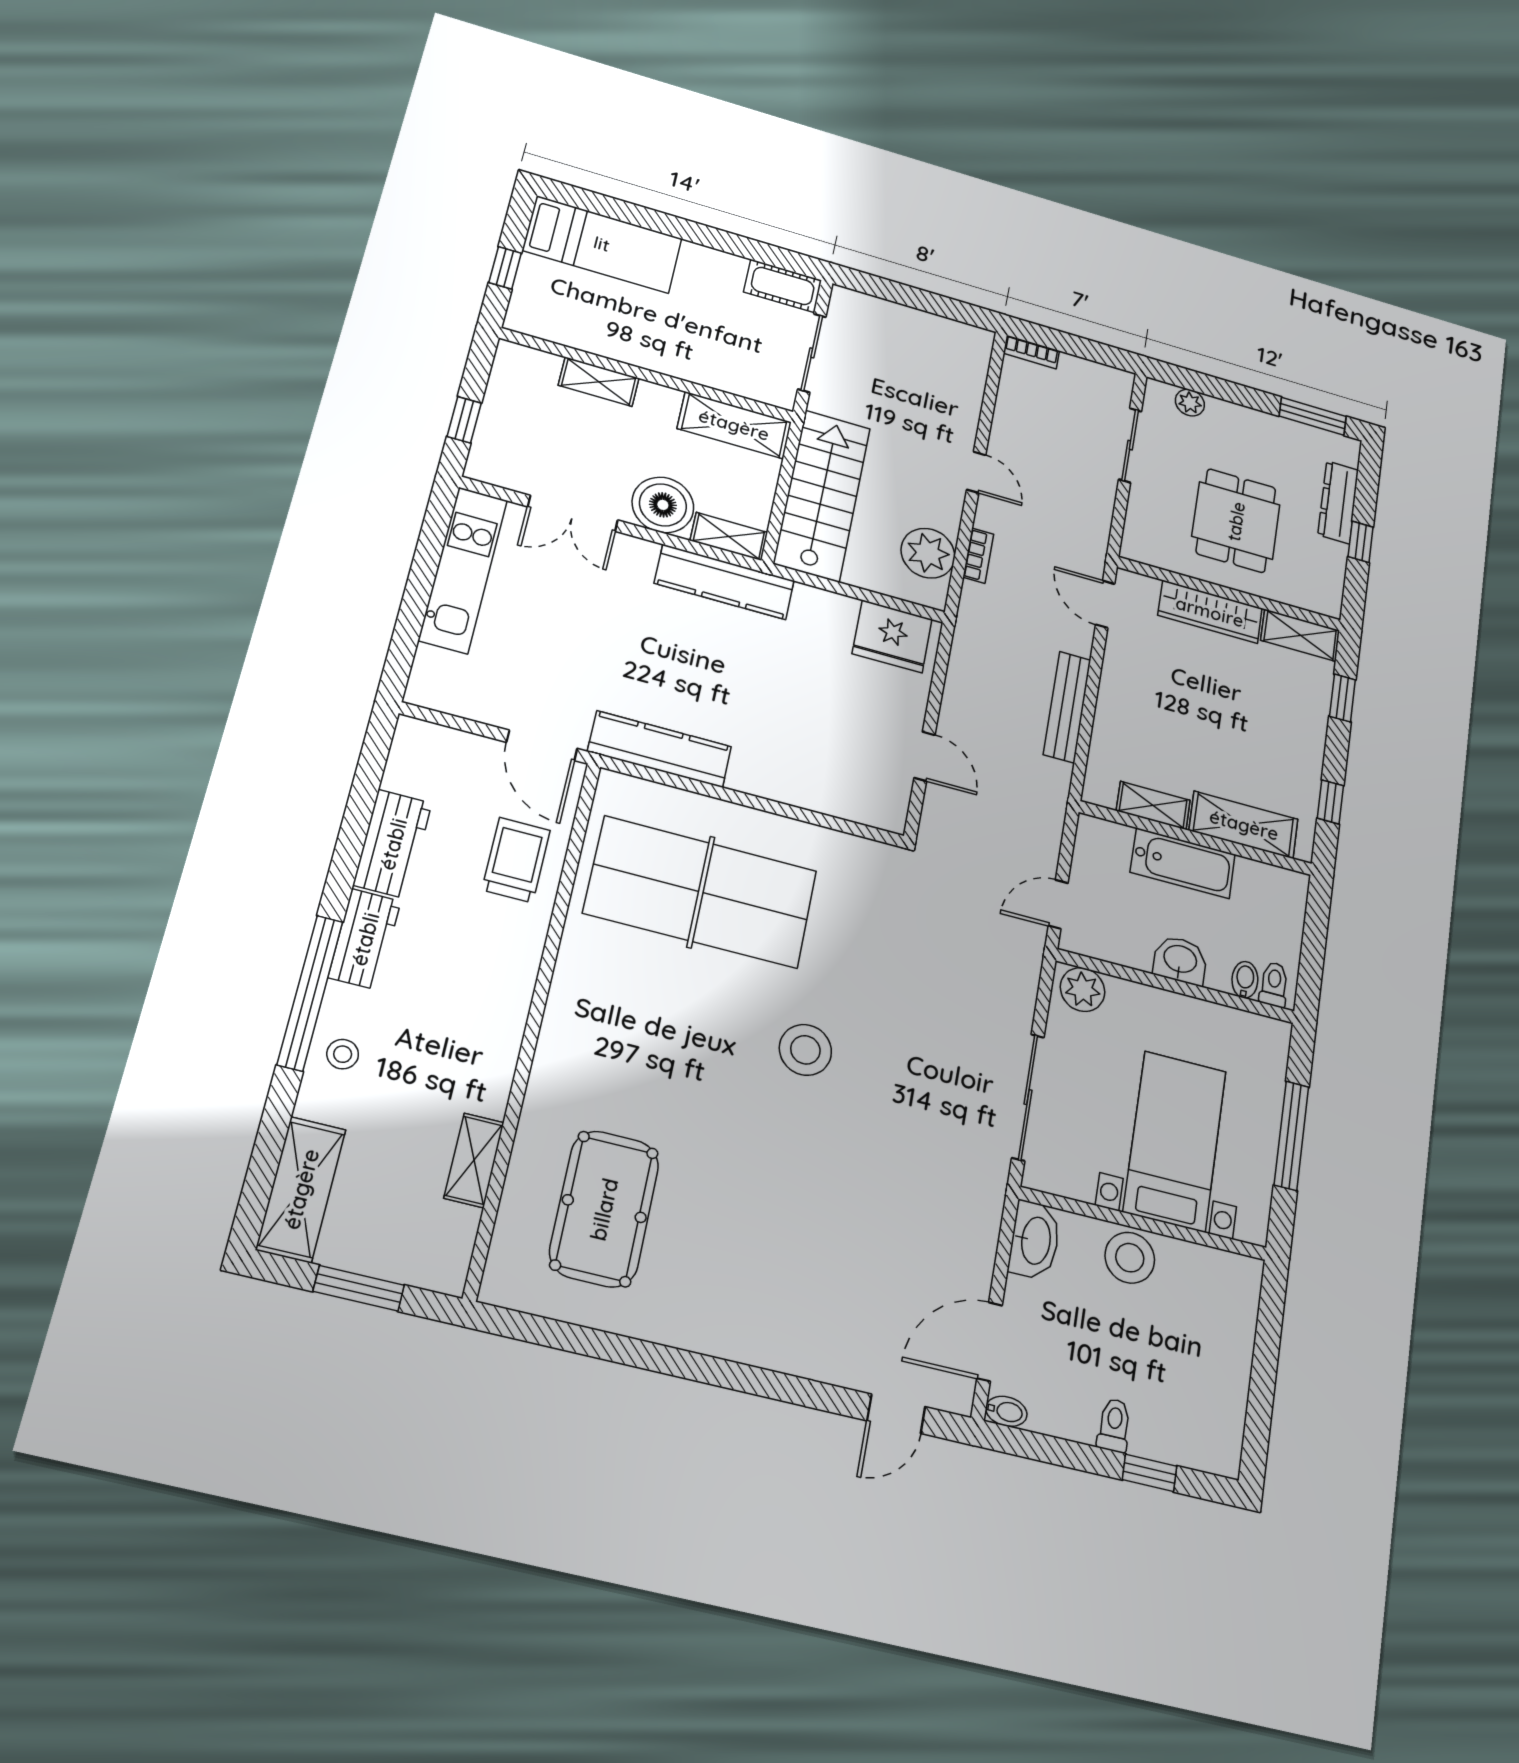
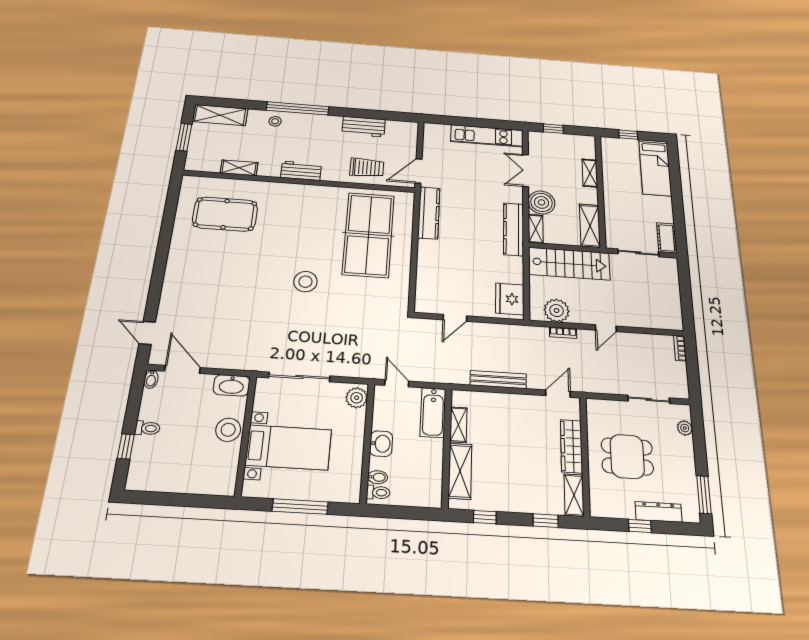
bathtub: (1183, 863) -> (433, 412), moved
workbench: (365, 939) -> (301, 171), moved, turned 180

